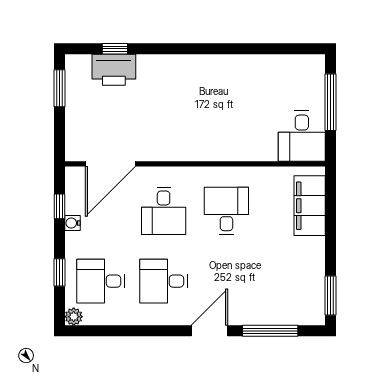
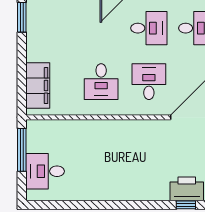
window: (331, 102) -> (22, 150), moved
desk: (302, 136) -> (45, 171), moved, turned -90

